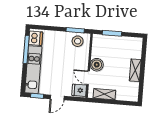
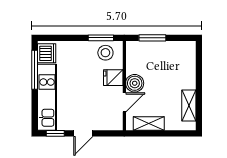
shelving: (135, 70) -> (189, 105), moved
door: (88, 78) -> (124, 102), swing flipped
fridge: (79, 90) -> (113, 78), moved

